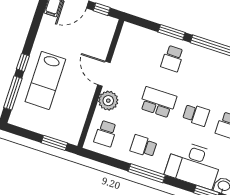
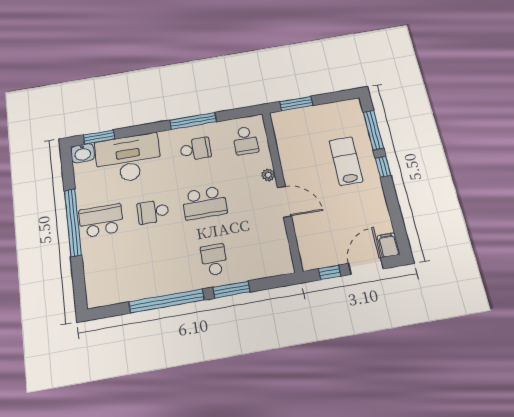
lab bench: (45, 80) -> (346, 161), width x0.73, depth x0.72
plant: (108, 101) -> (268, 175), width x0.53, depth x0.53
school desk: (106, 134) -> (245, 141), turned 180
window: (147, 173) -> (193, 121), moved

